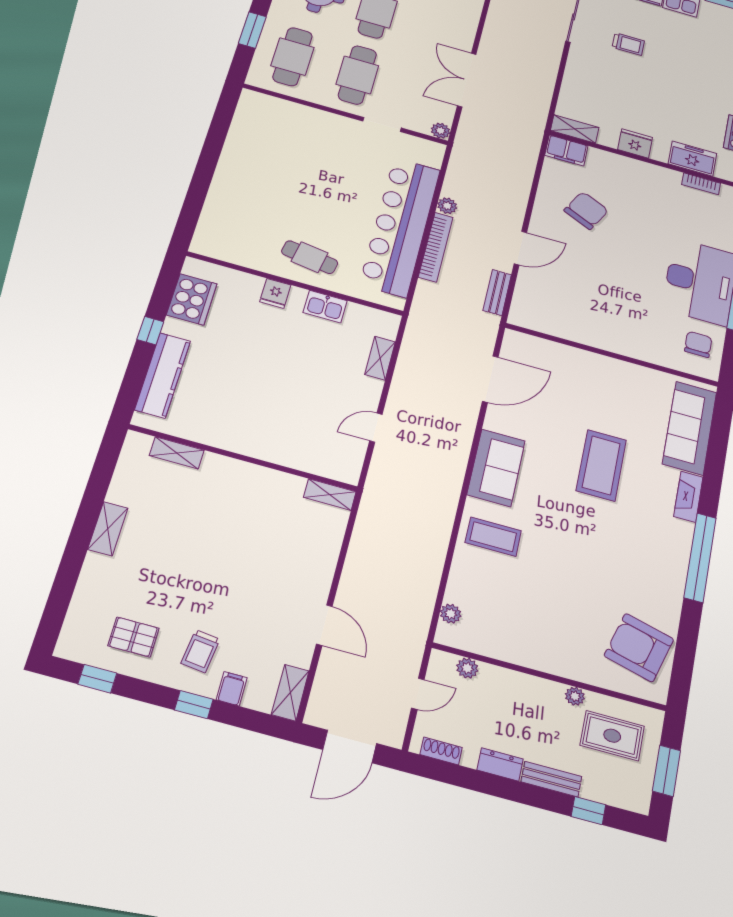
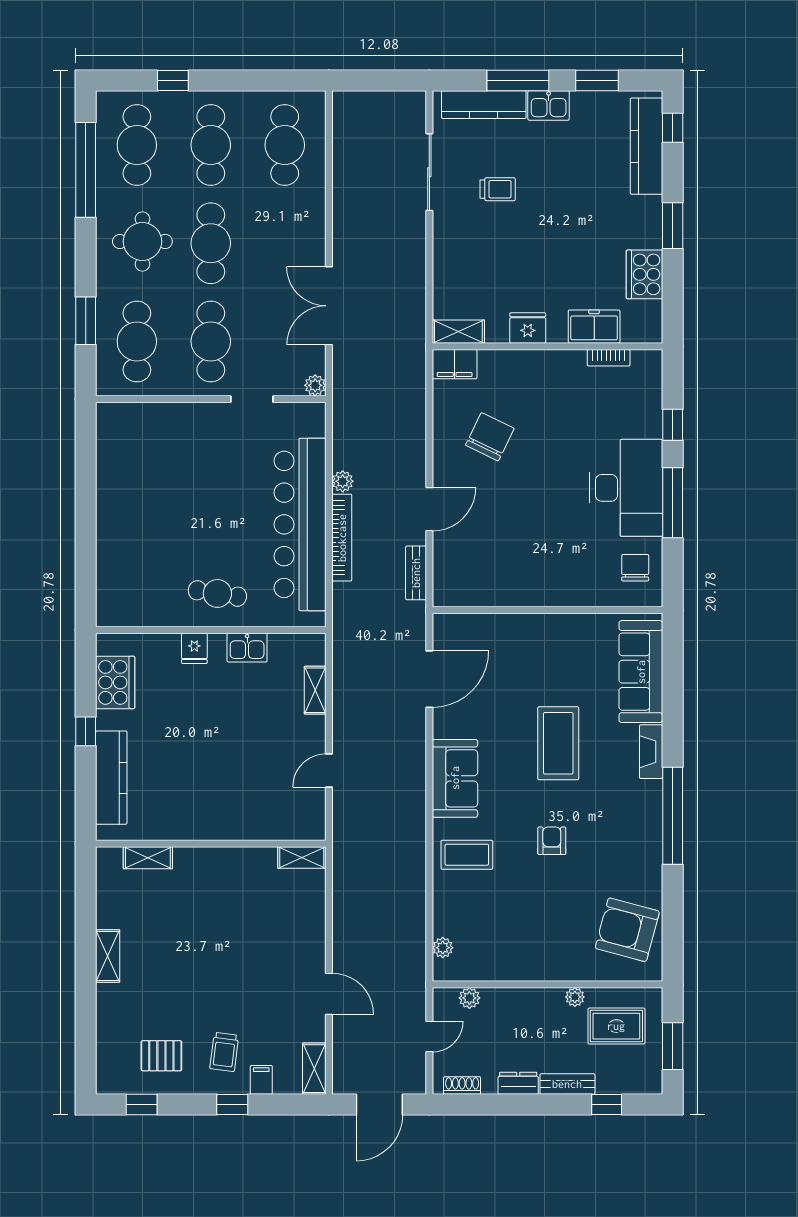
armchair: (579, 547) -> (552, 841), added

